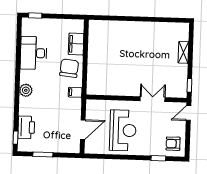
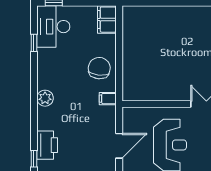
filing cabinet: (76, 44) -> (107, 20), moved
window: (19, 47) -> (34, 43), added
desk: (34, 53) -> (53, 27), moved

